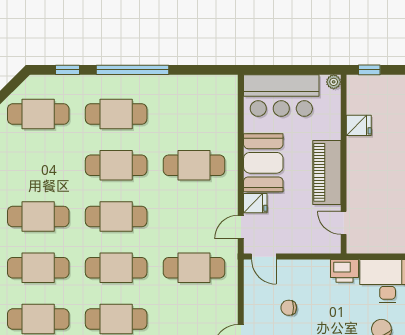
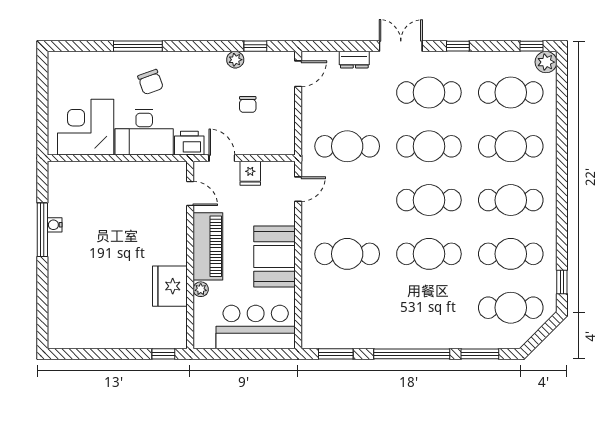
window: (68, 70) -> (480, 354), width x1.50
window: (205, 70) -> (336, 354), added
plant: (334, 82) -> (201, 289), moved
cafe table: (116, 114) -> (511, 254), moved
fridge: (359, 125) -> (170, 286), width x1.88, depth x1.34
fridge: (255, 203) -> (250, 173), moved, turned -90
door: (264, 257) -> (222, 158), moved
chair: (289, 308) -> (248, 104), turned 90

